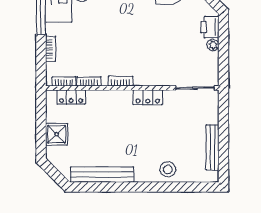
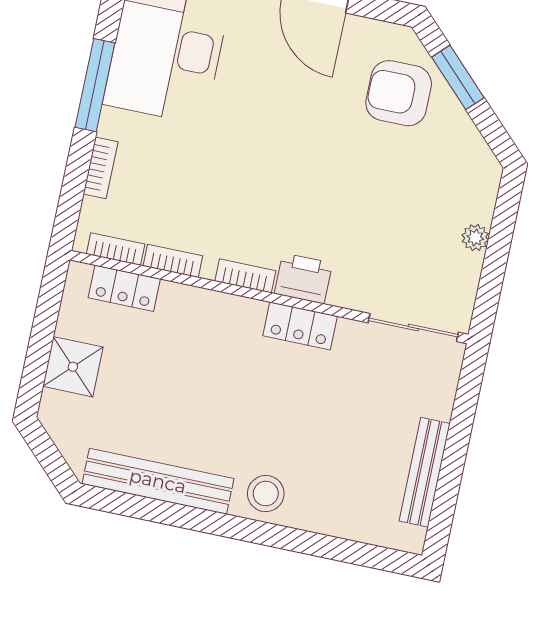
printer: (210, 27) -> (303, 278), moved, turned 90
stool: (168, 169) -> (266, 494), moved

